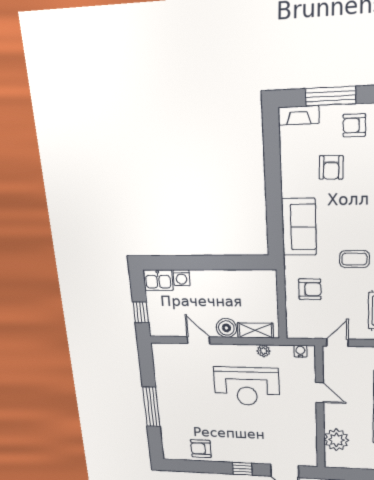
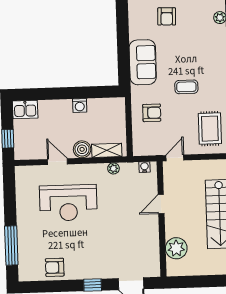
washing machine: (181, 278) -> (80, 106), moved
reception desk: (247, 386) -> (68, 203), moved
door: (320, 393) -> (161, 204), swing flipped
window: (151, 407) -> (11, 245), moved

